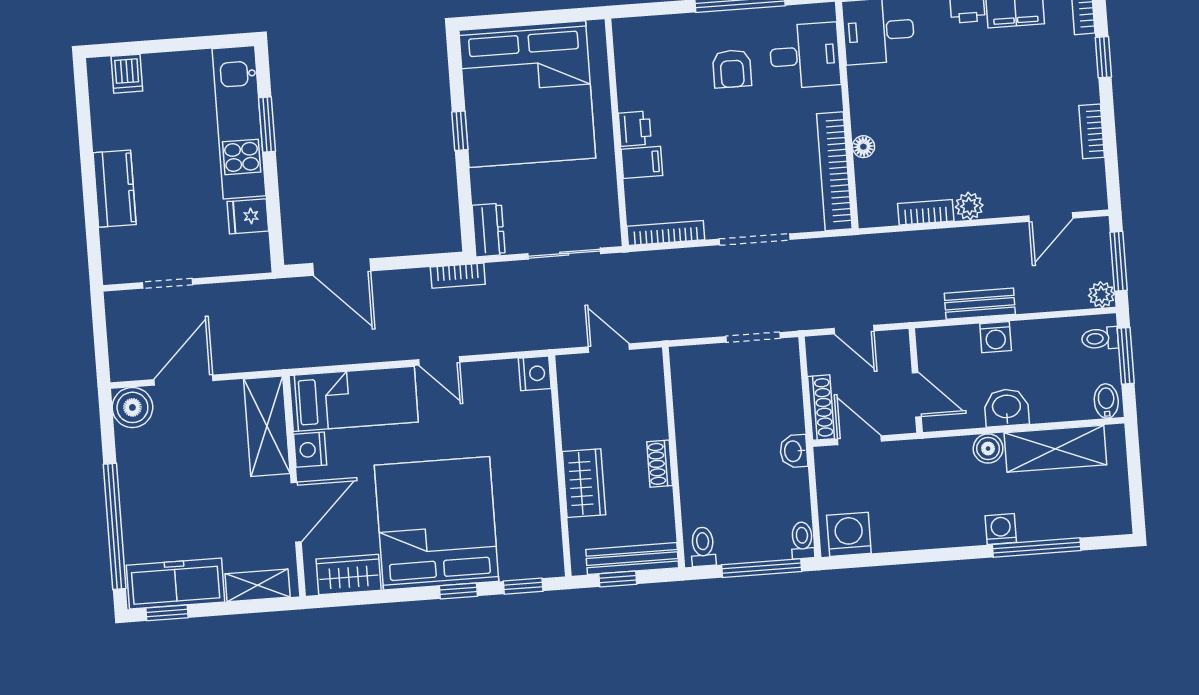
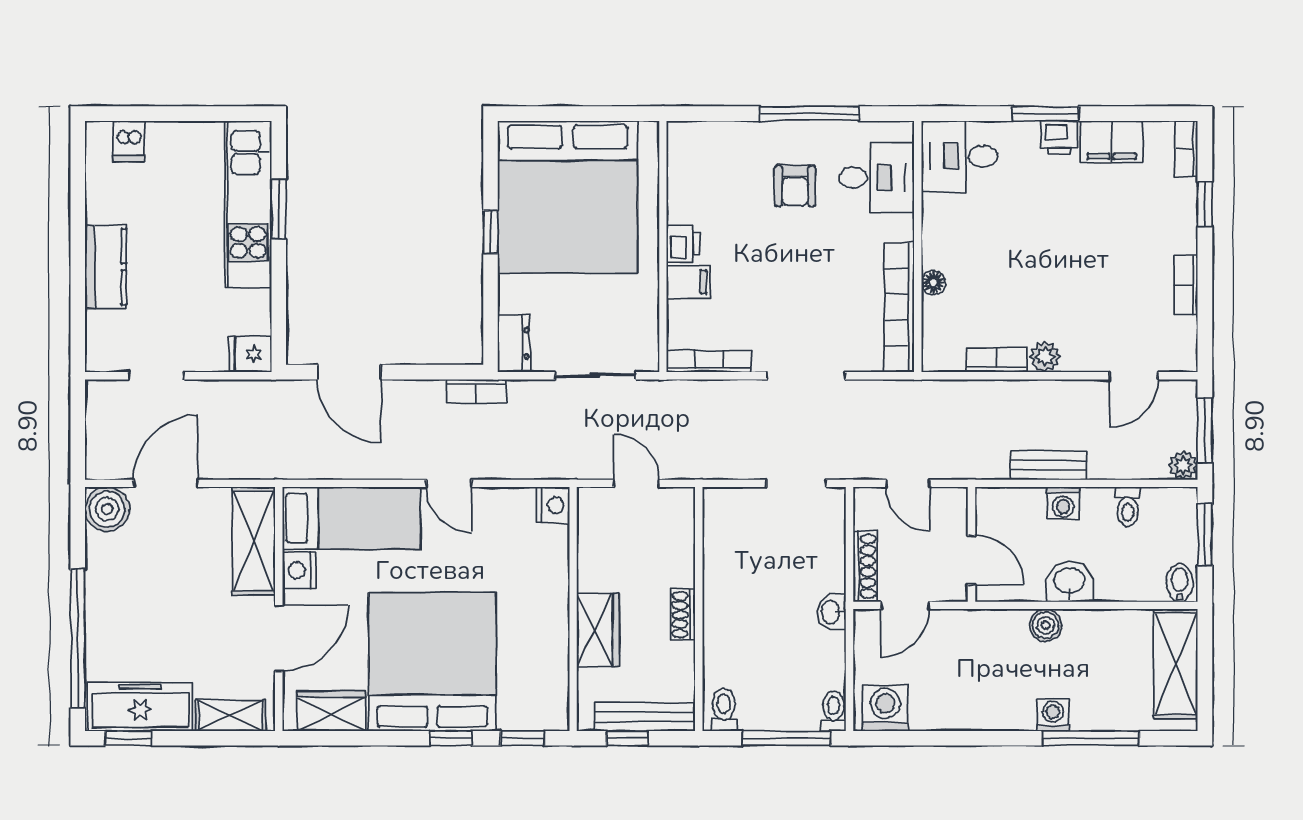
fridge: (248, 216) -> (250, 354), moved
toilet: (1100, 338) -> (1128, 507), moved, turned -90
door: (860, 440) -> (905, 605), swing flipped
shelving: (1055, 449) -> (1176, 664), moved, turned 90

